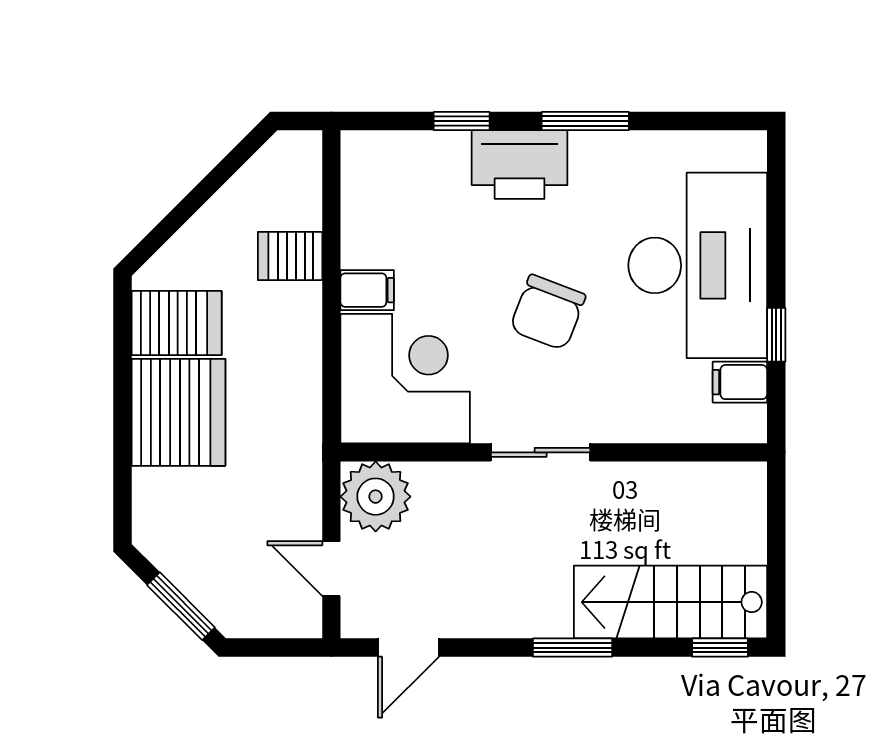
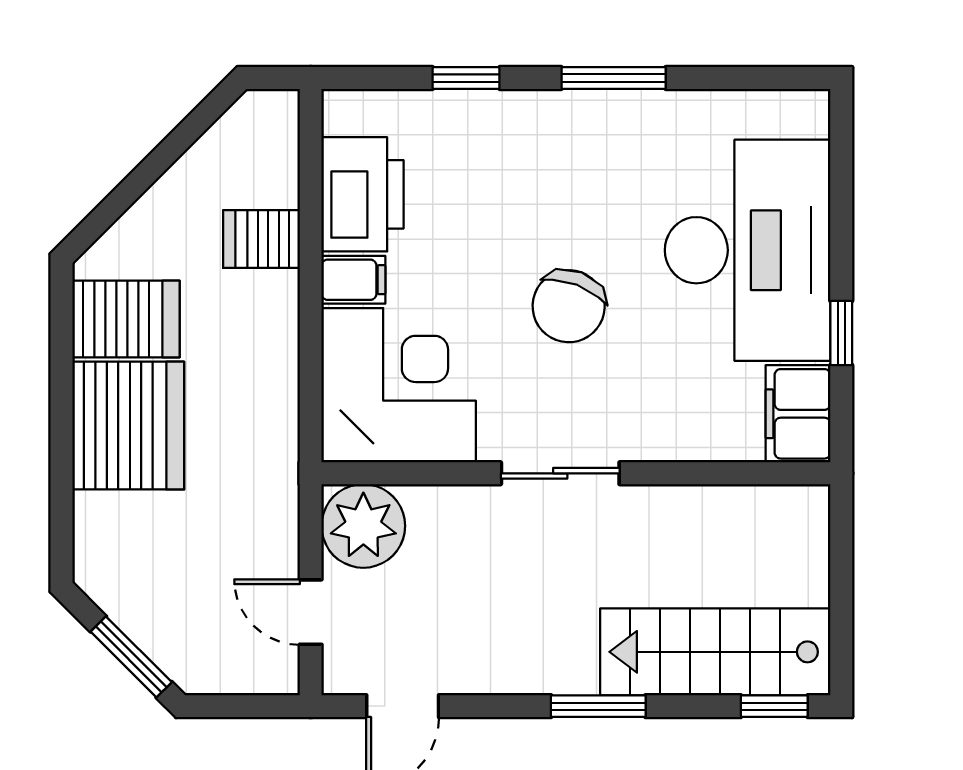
printer: (520, 165) -> (363, 194), moved, turned -90
filing cabinet: (740, 382) -> (798, 414), width x2.00

